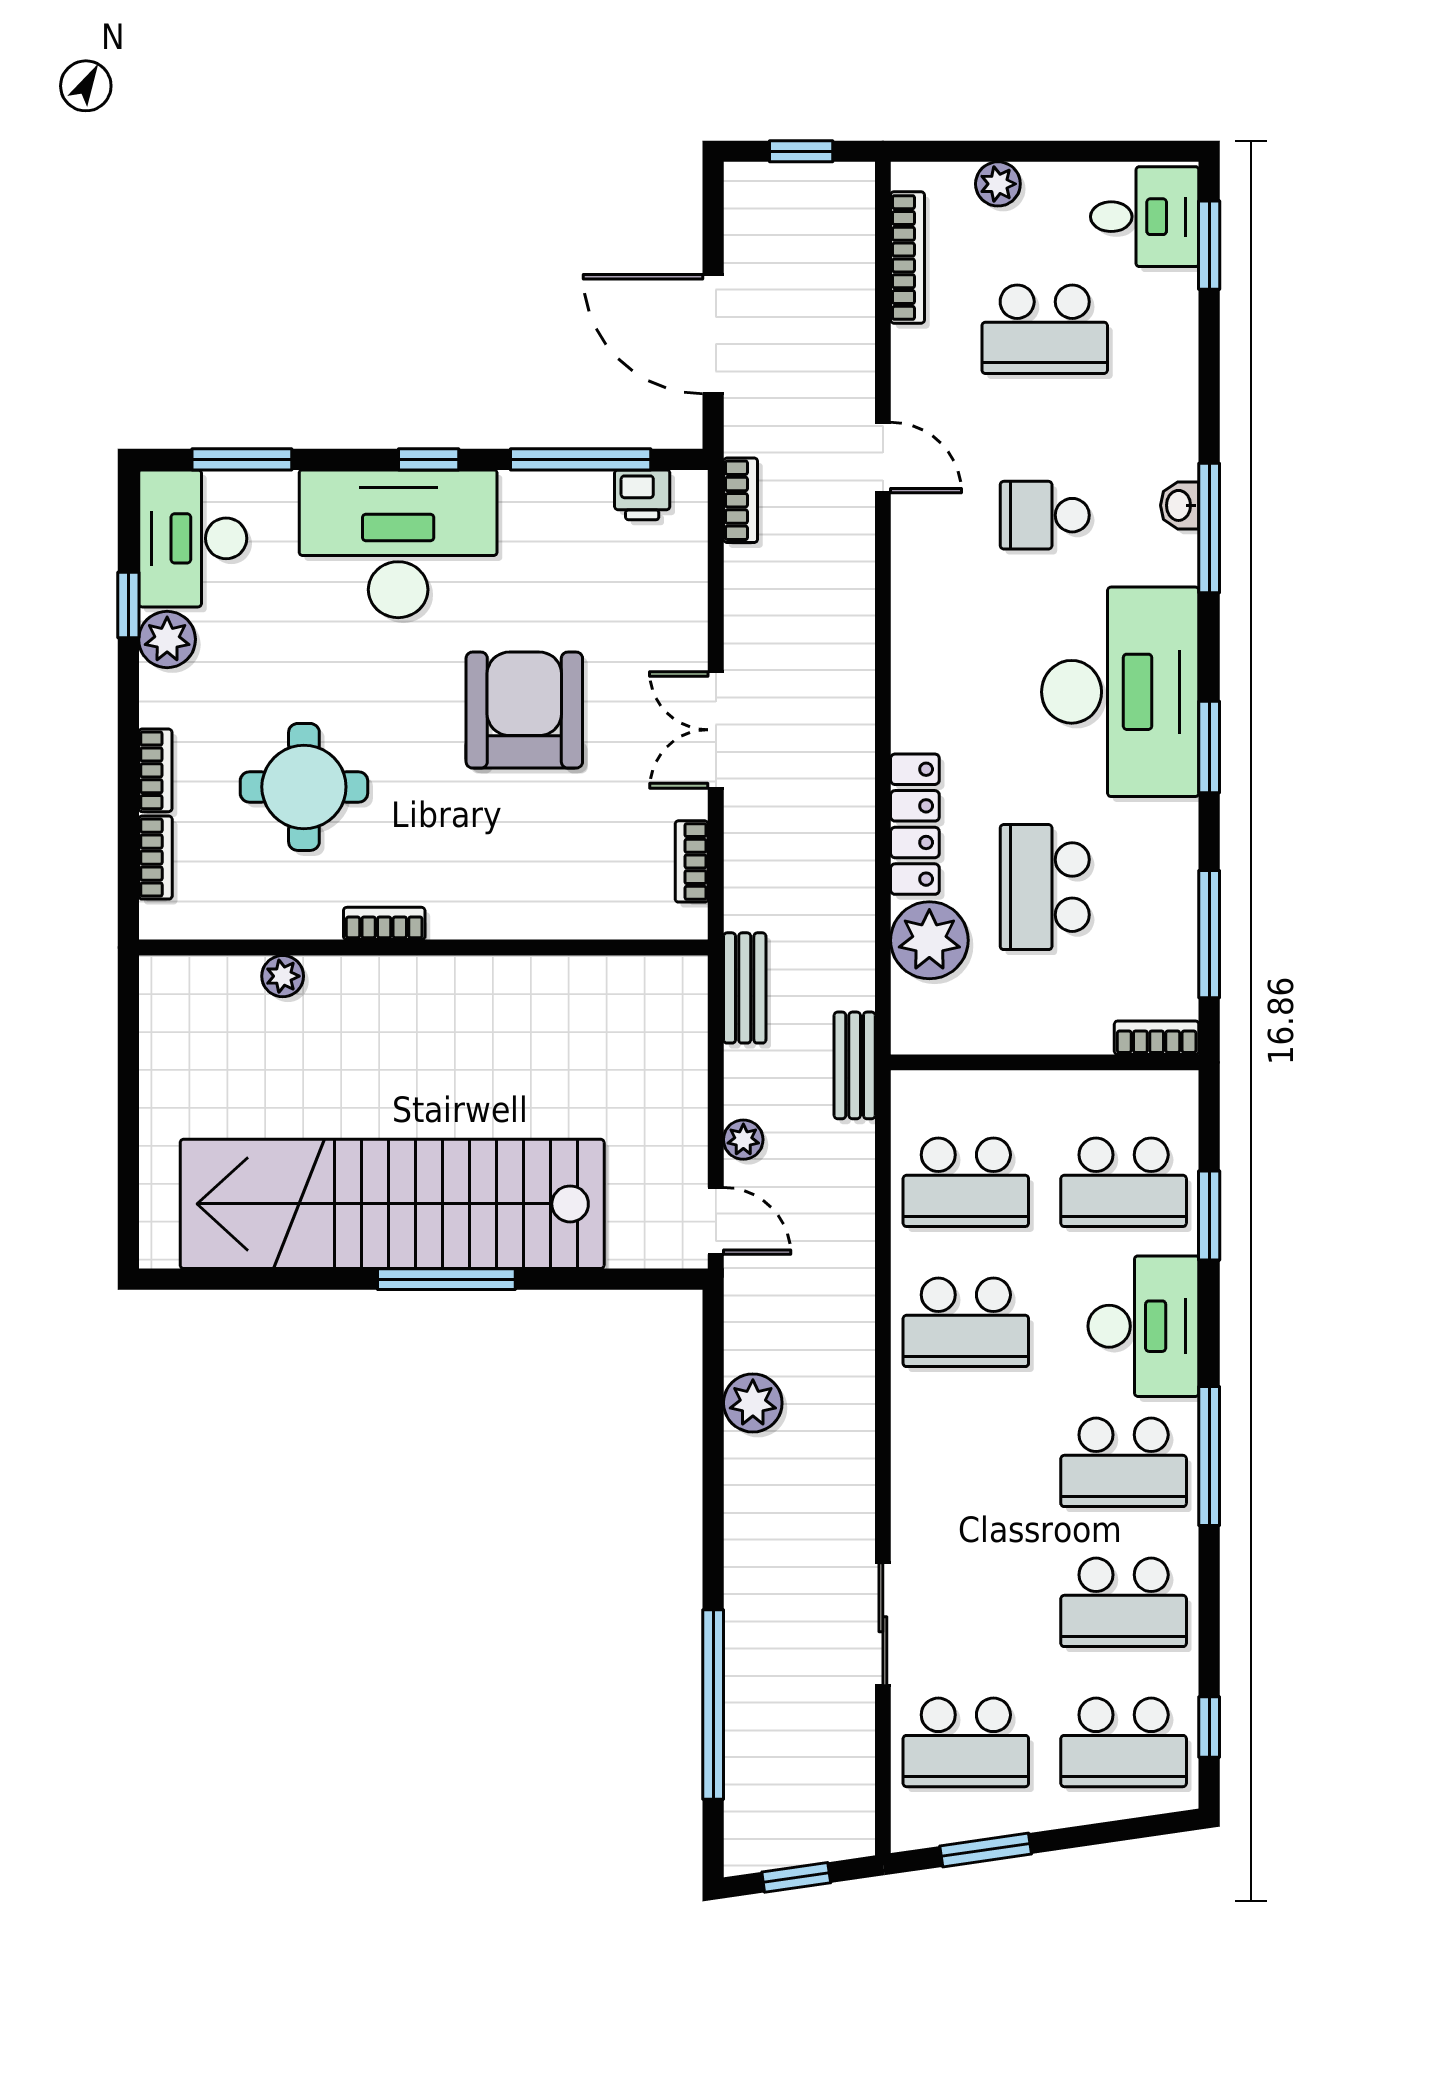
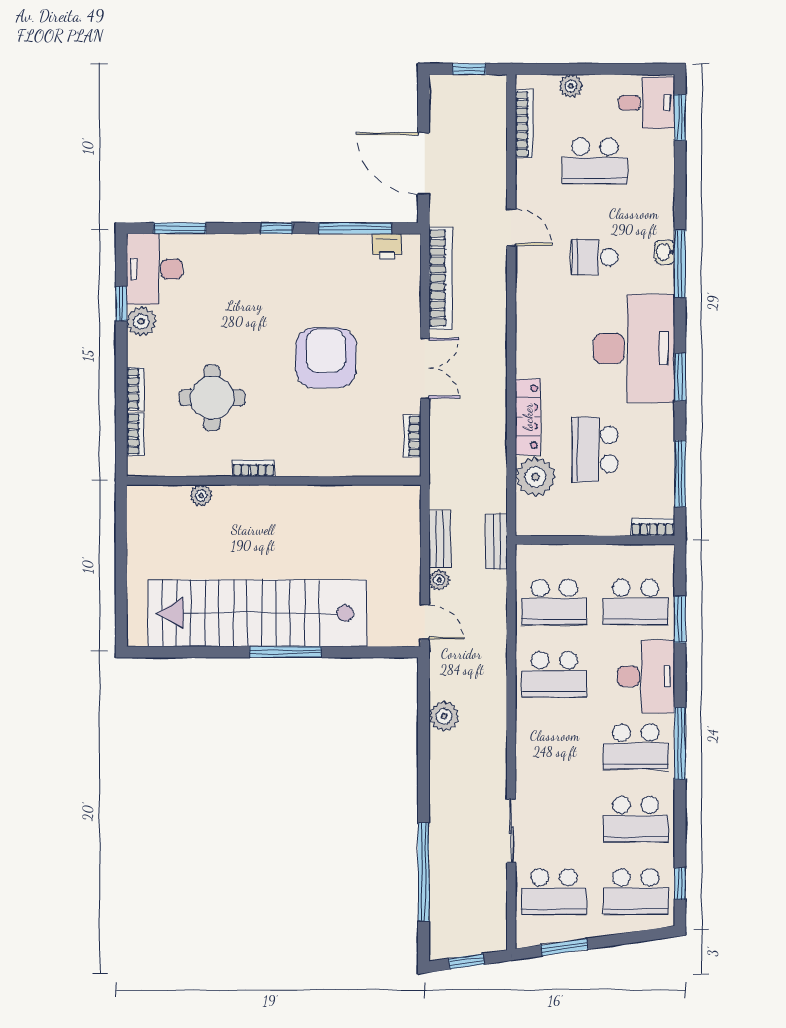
bookcase: (741, 500) -> (440, 278), width x2.31, depth x1.31
desk: (398, 544) -> (261, 272), removed
double door: (716, 730) -> (425, 368), swing flipped
bench: (745, 988) -> (440, 539), moved

